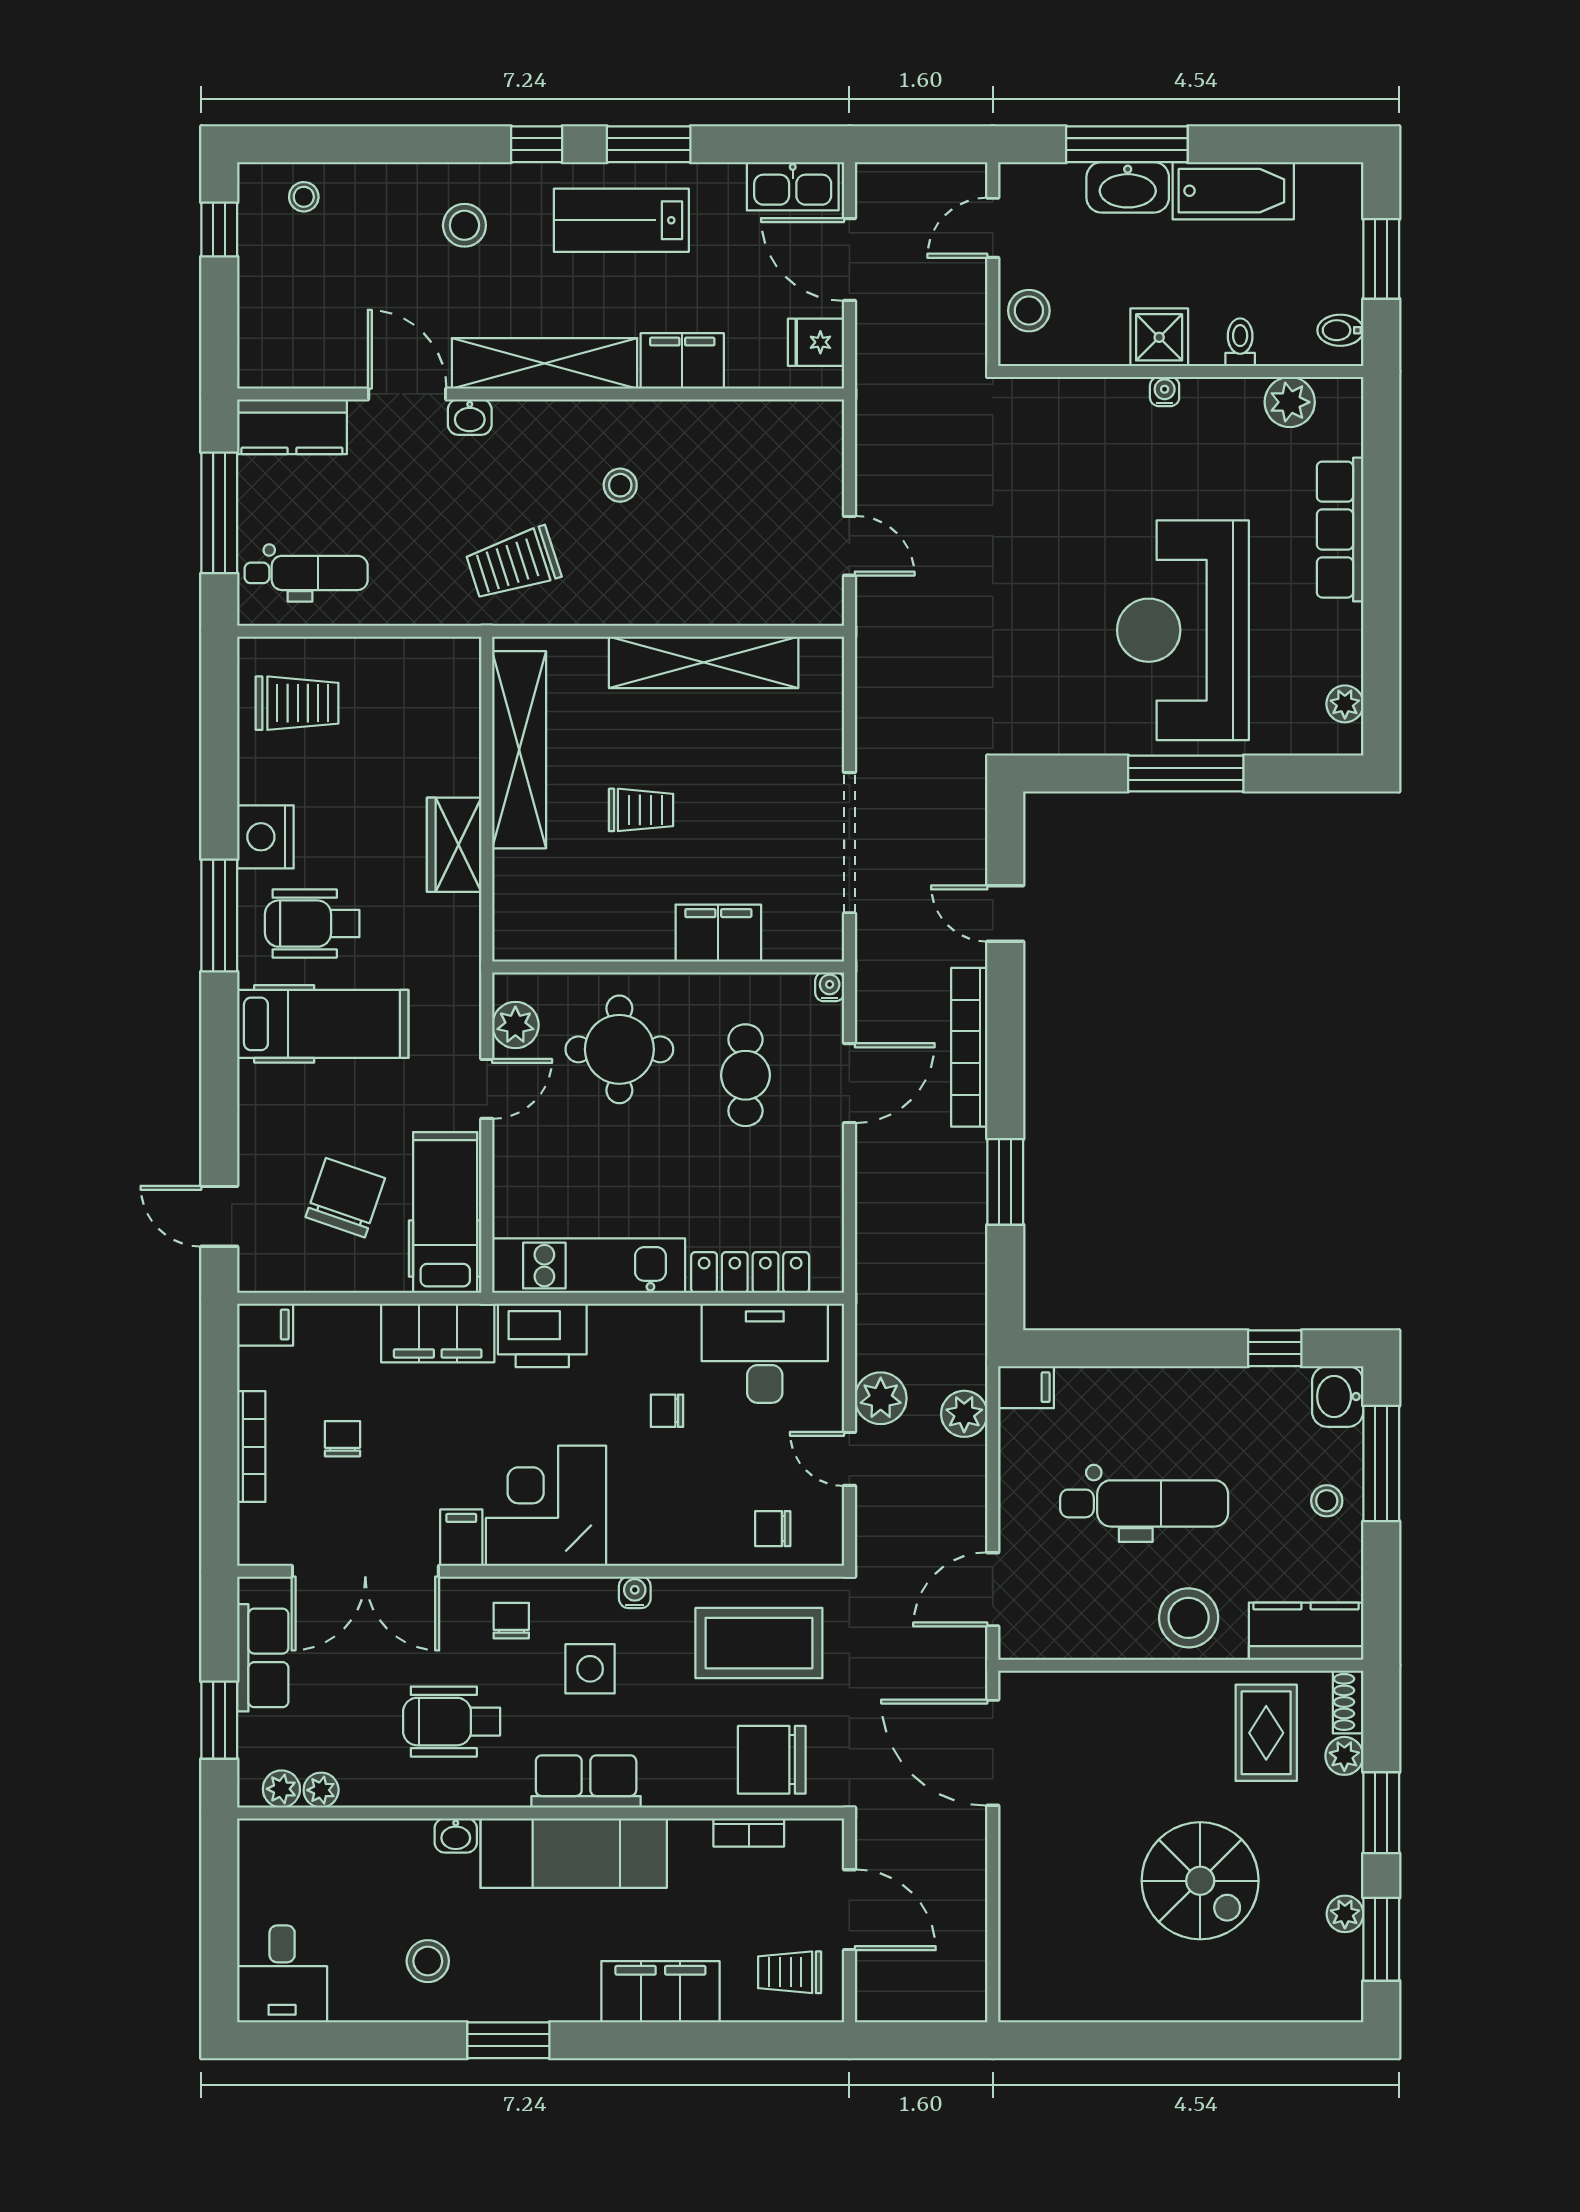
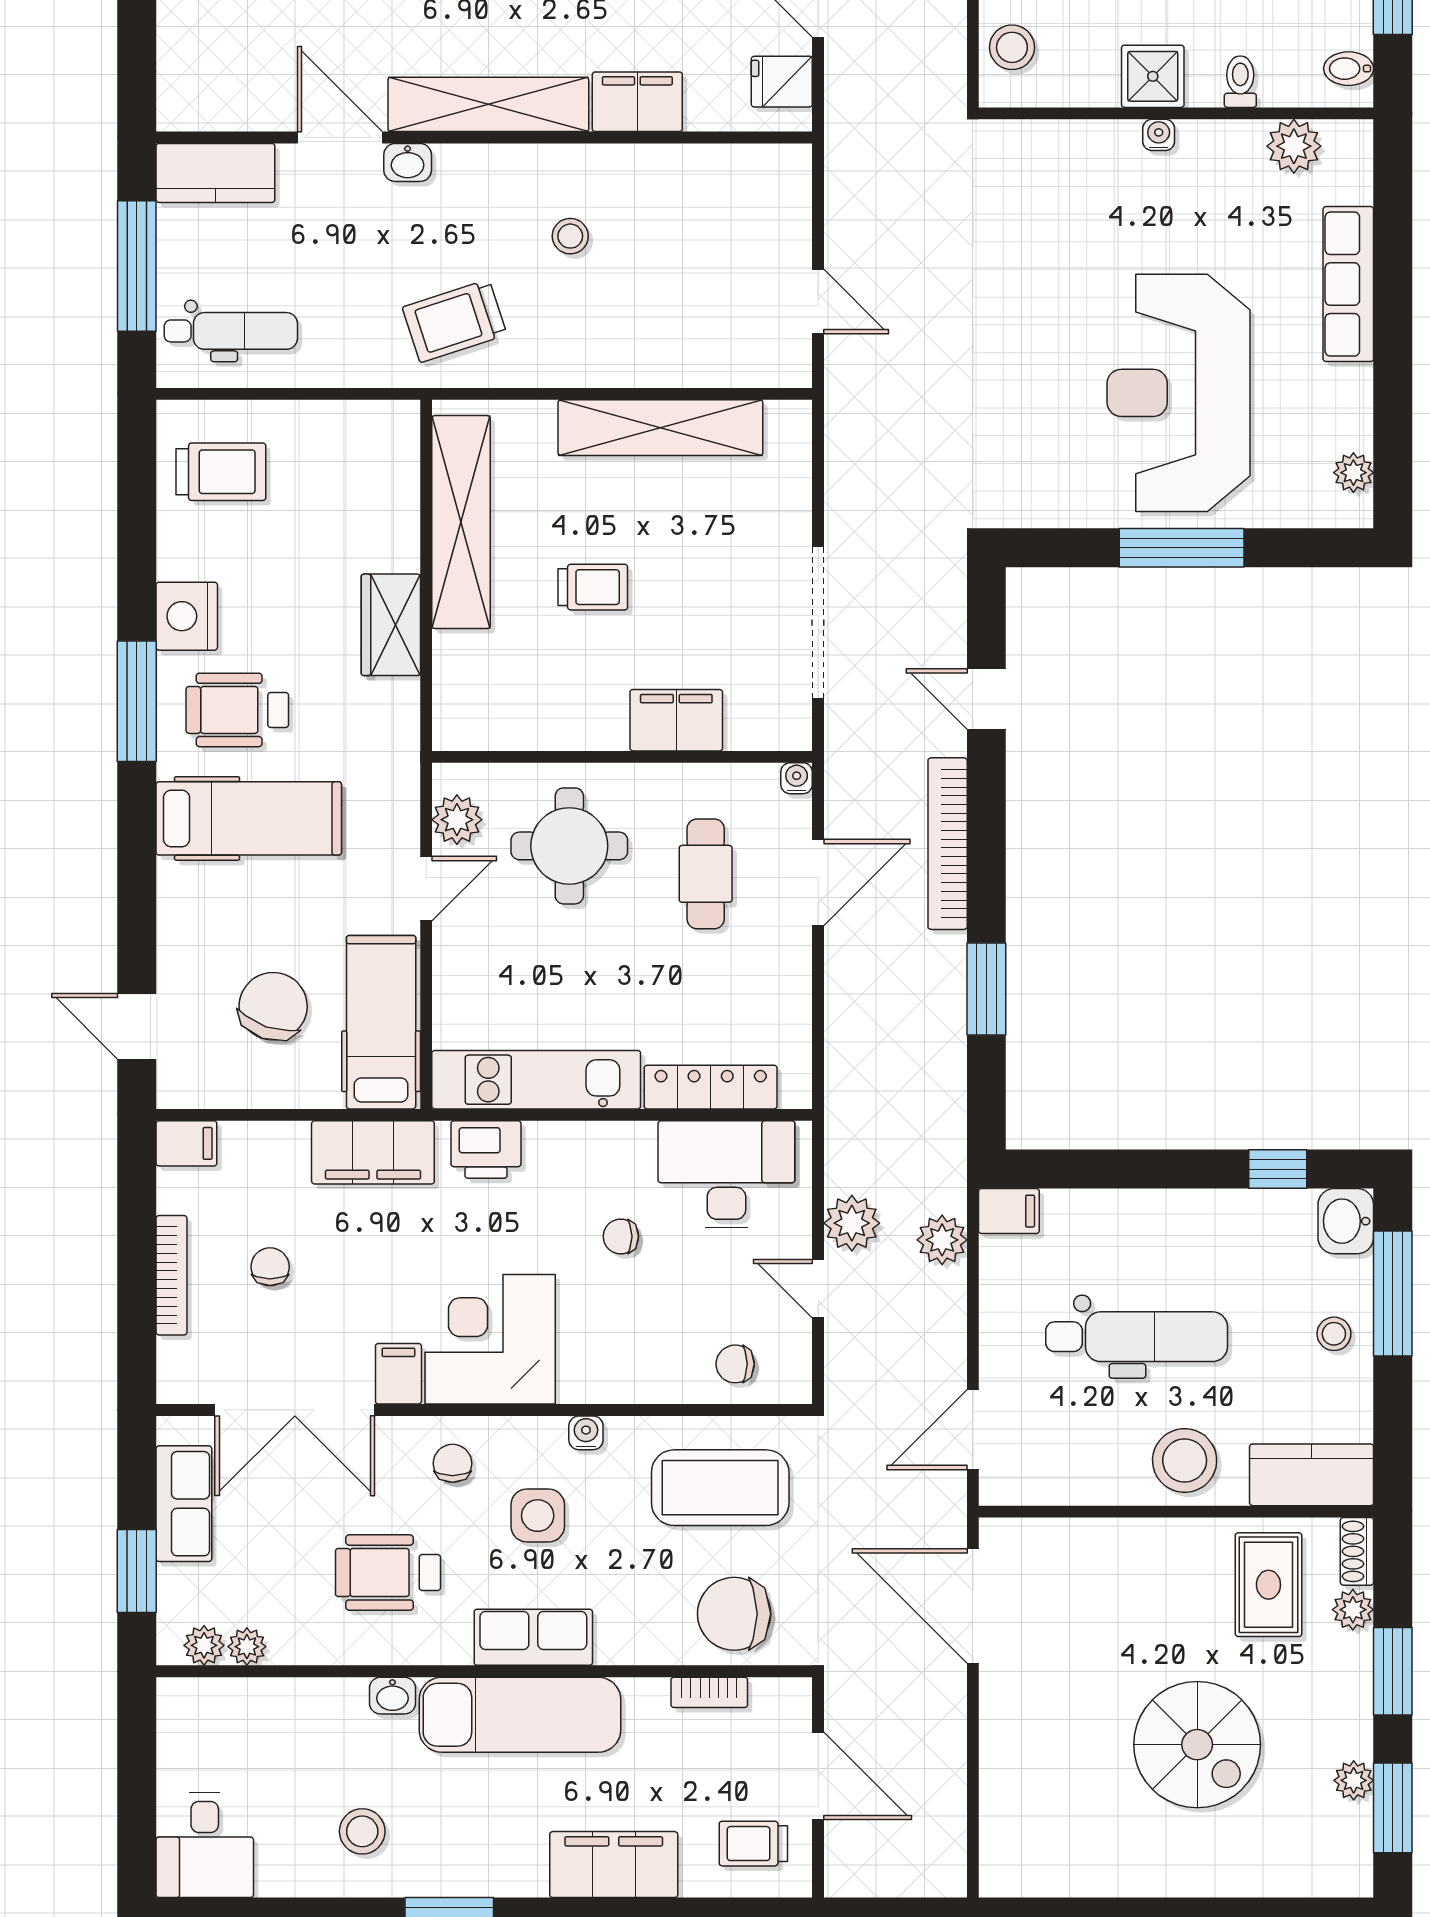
printer: (542, 1335) -> (486, 1150), width x0.73, depth x0.84

